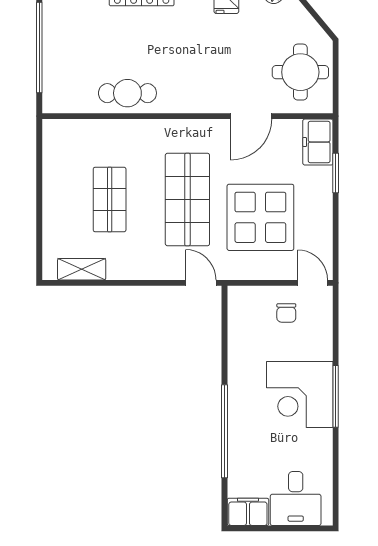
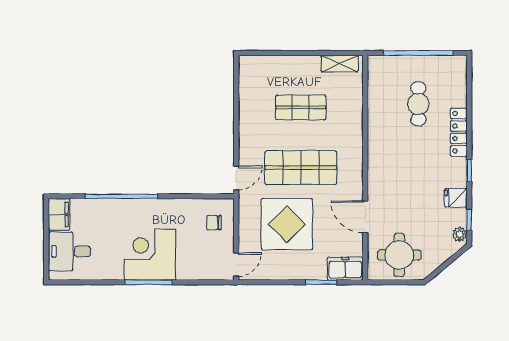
cafe table: (127, 93) -> (418, 104), moved
shelving: (82, 269) -> (340, 63), moved, turned 90
chair: (286, 313) -> (214, 223), moved

